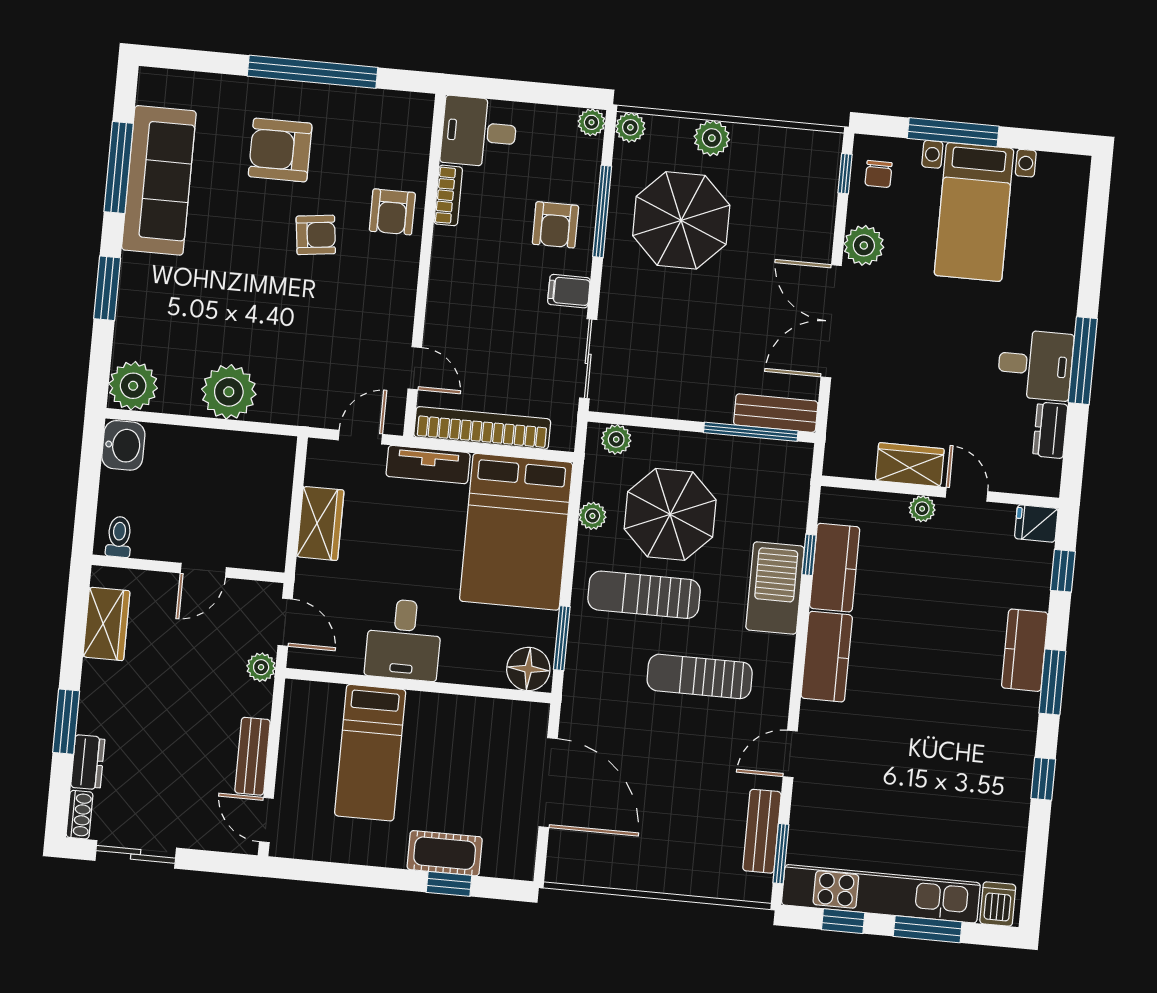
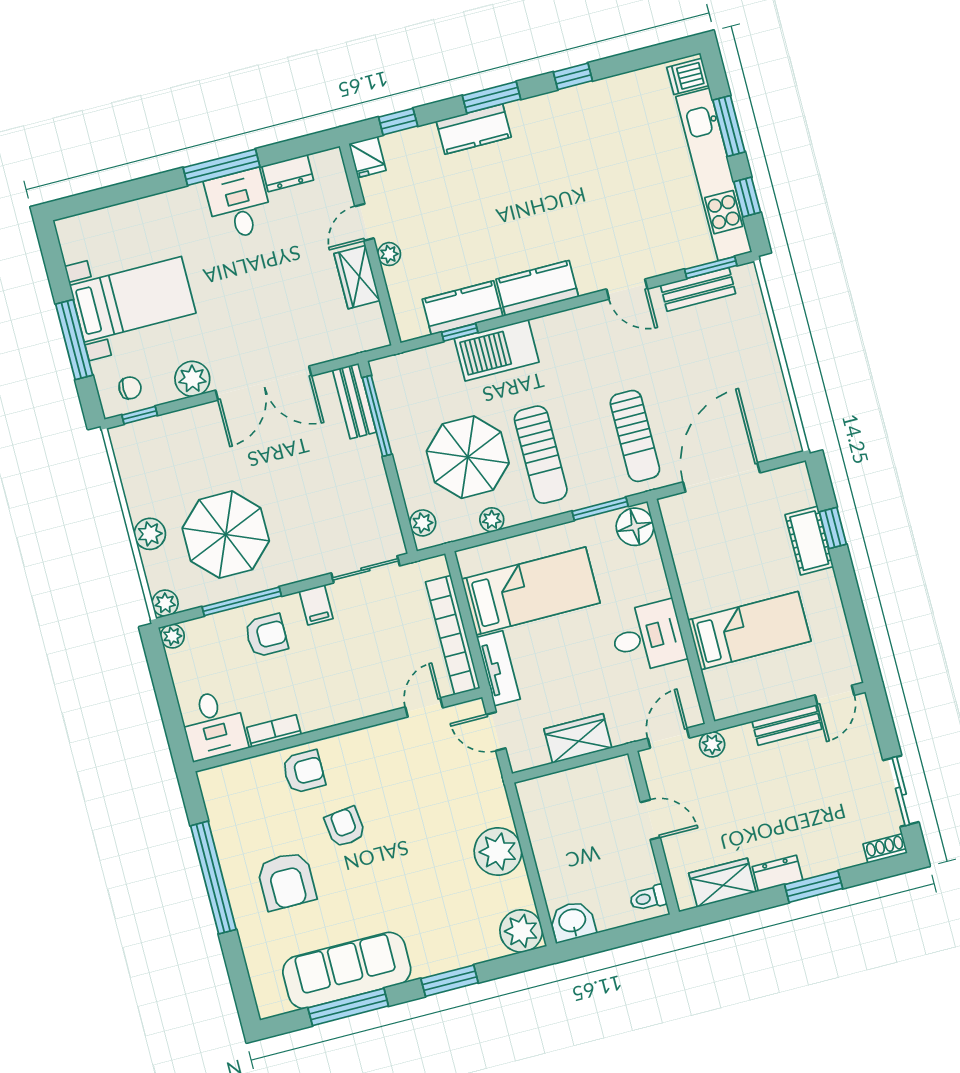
bed: (516, 532) -> (531, 591), width x0.67
sun lounger: (700, 676) -> (635, 436), moved
dresser: (88, 762) -> (777, 873), moved

